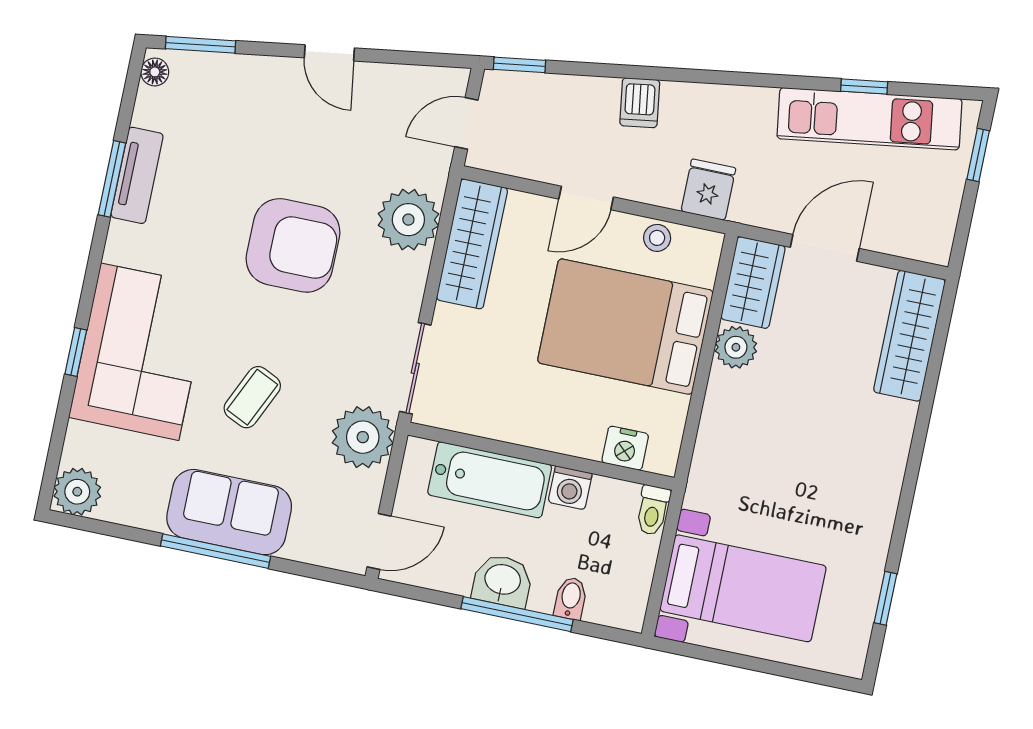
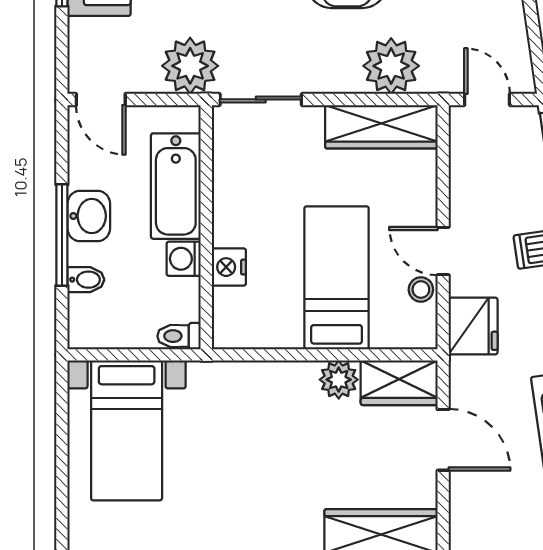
fridge: (708, 190) -> (473, 326), width x1.38
door: (586, 198) -> (443, 251), moved
bed: (625, 327) -> (337, 278), width x0.67
nightstand: (625, 448) -> (229, 267), moved

